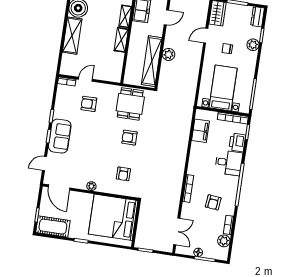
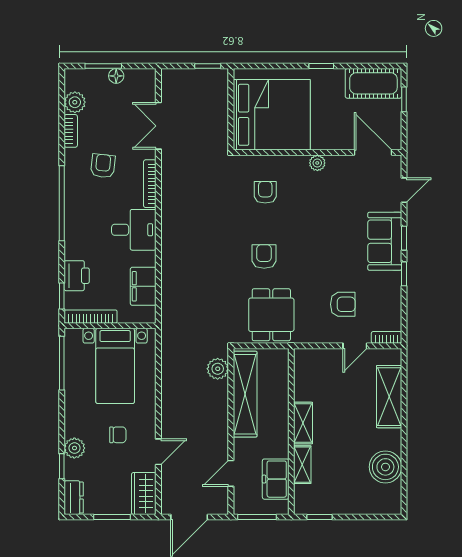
shelving: (72, 36) -> (389, 397), moved
plant: (169, 54) -> (218, 369), moved
armchair: (129, 138) -> (264, 256), turned -90
desk: (229, 163) -> (134, 230), moved, turned 180
double door: (177, 231) -> (158, 126), moved

